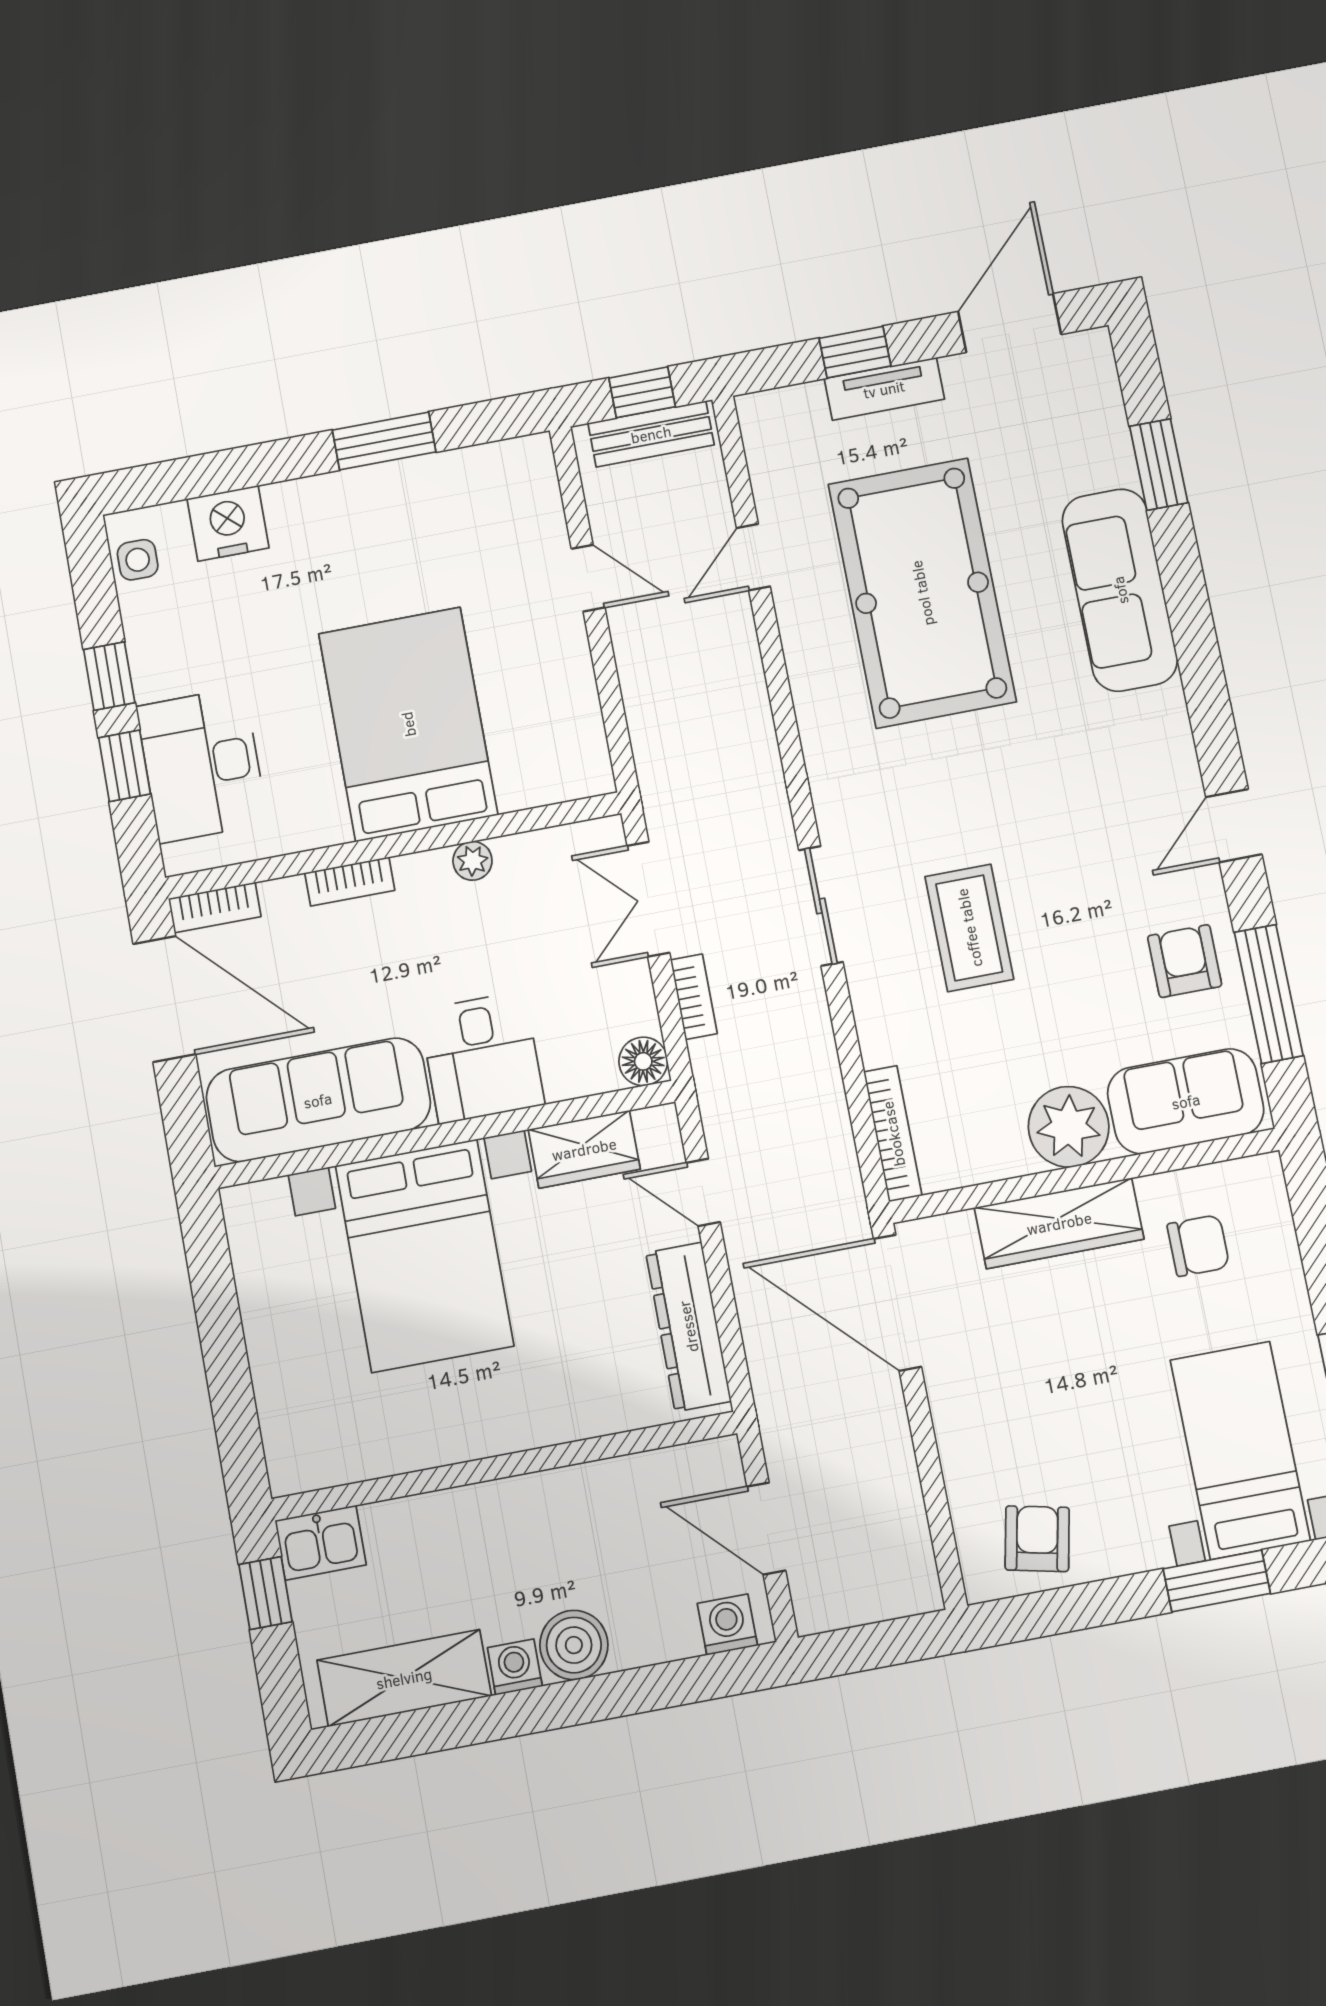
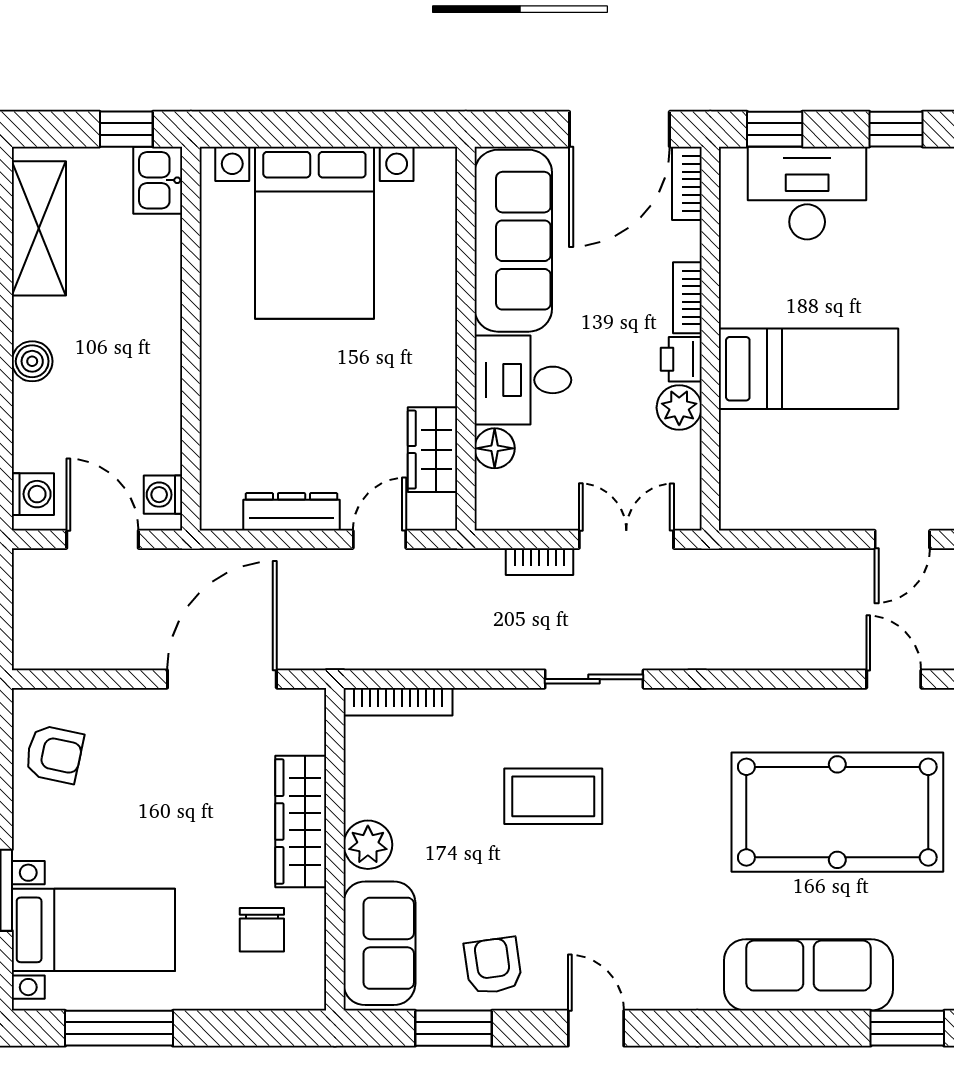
bed: (408, 724) -> (809, 369), width x0.67
window: (125, 766) -> (775, 129), moved
plant: (472, 861) -> (679, 408), width x1.38, depth x1.38
printer: (424, 875) -> (681, 359), added
armchair: (1185, 961) -> (493, 966), turned -98
window: (1269, 994) -> (453, 1028), width x0.69
floor lamp: (643, 1061) -> (495, 448), moved
plant: (1069, 1127) -> (368, 845), width x0.73, depth x0.73
bed with nightstands: (424, 1256) -> (314, 233), moved, turned -90
door: (897, 1303) -> (222, 679), moved
dresser: (688, 1327) -> (292, 512), width x0.73, depth x0.80
door: (766, 1528) -> (102, 539), hinge flipped
boiler: (574, 1645) -> (32, 361), width x0.73, depth x0.73
washing machine: (515, 1667) -> (163, 495), moved, turned 180

